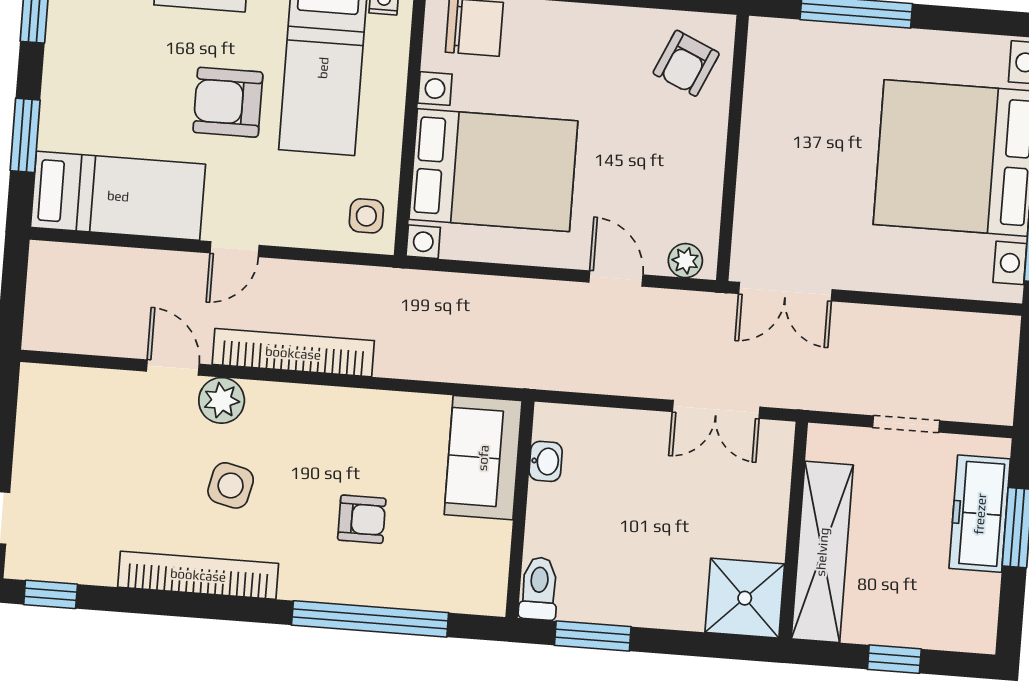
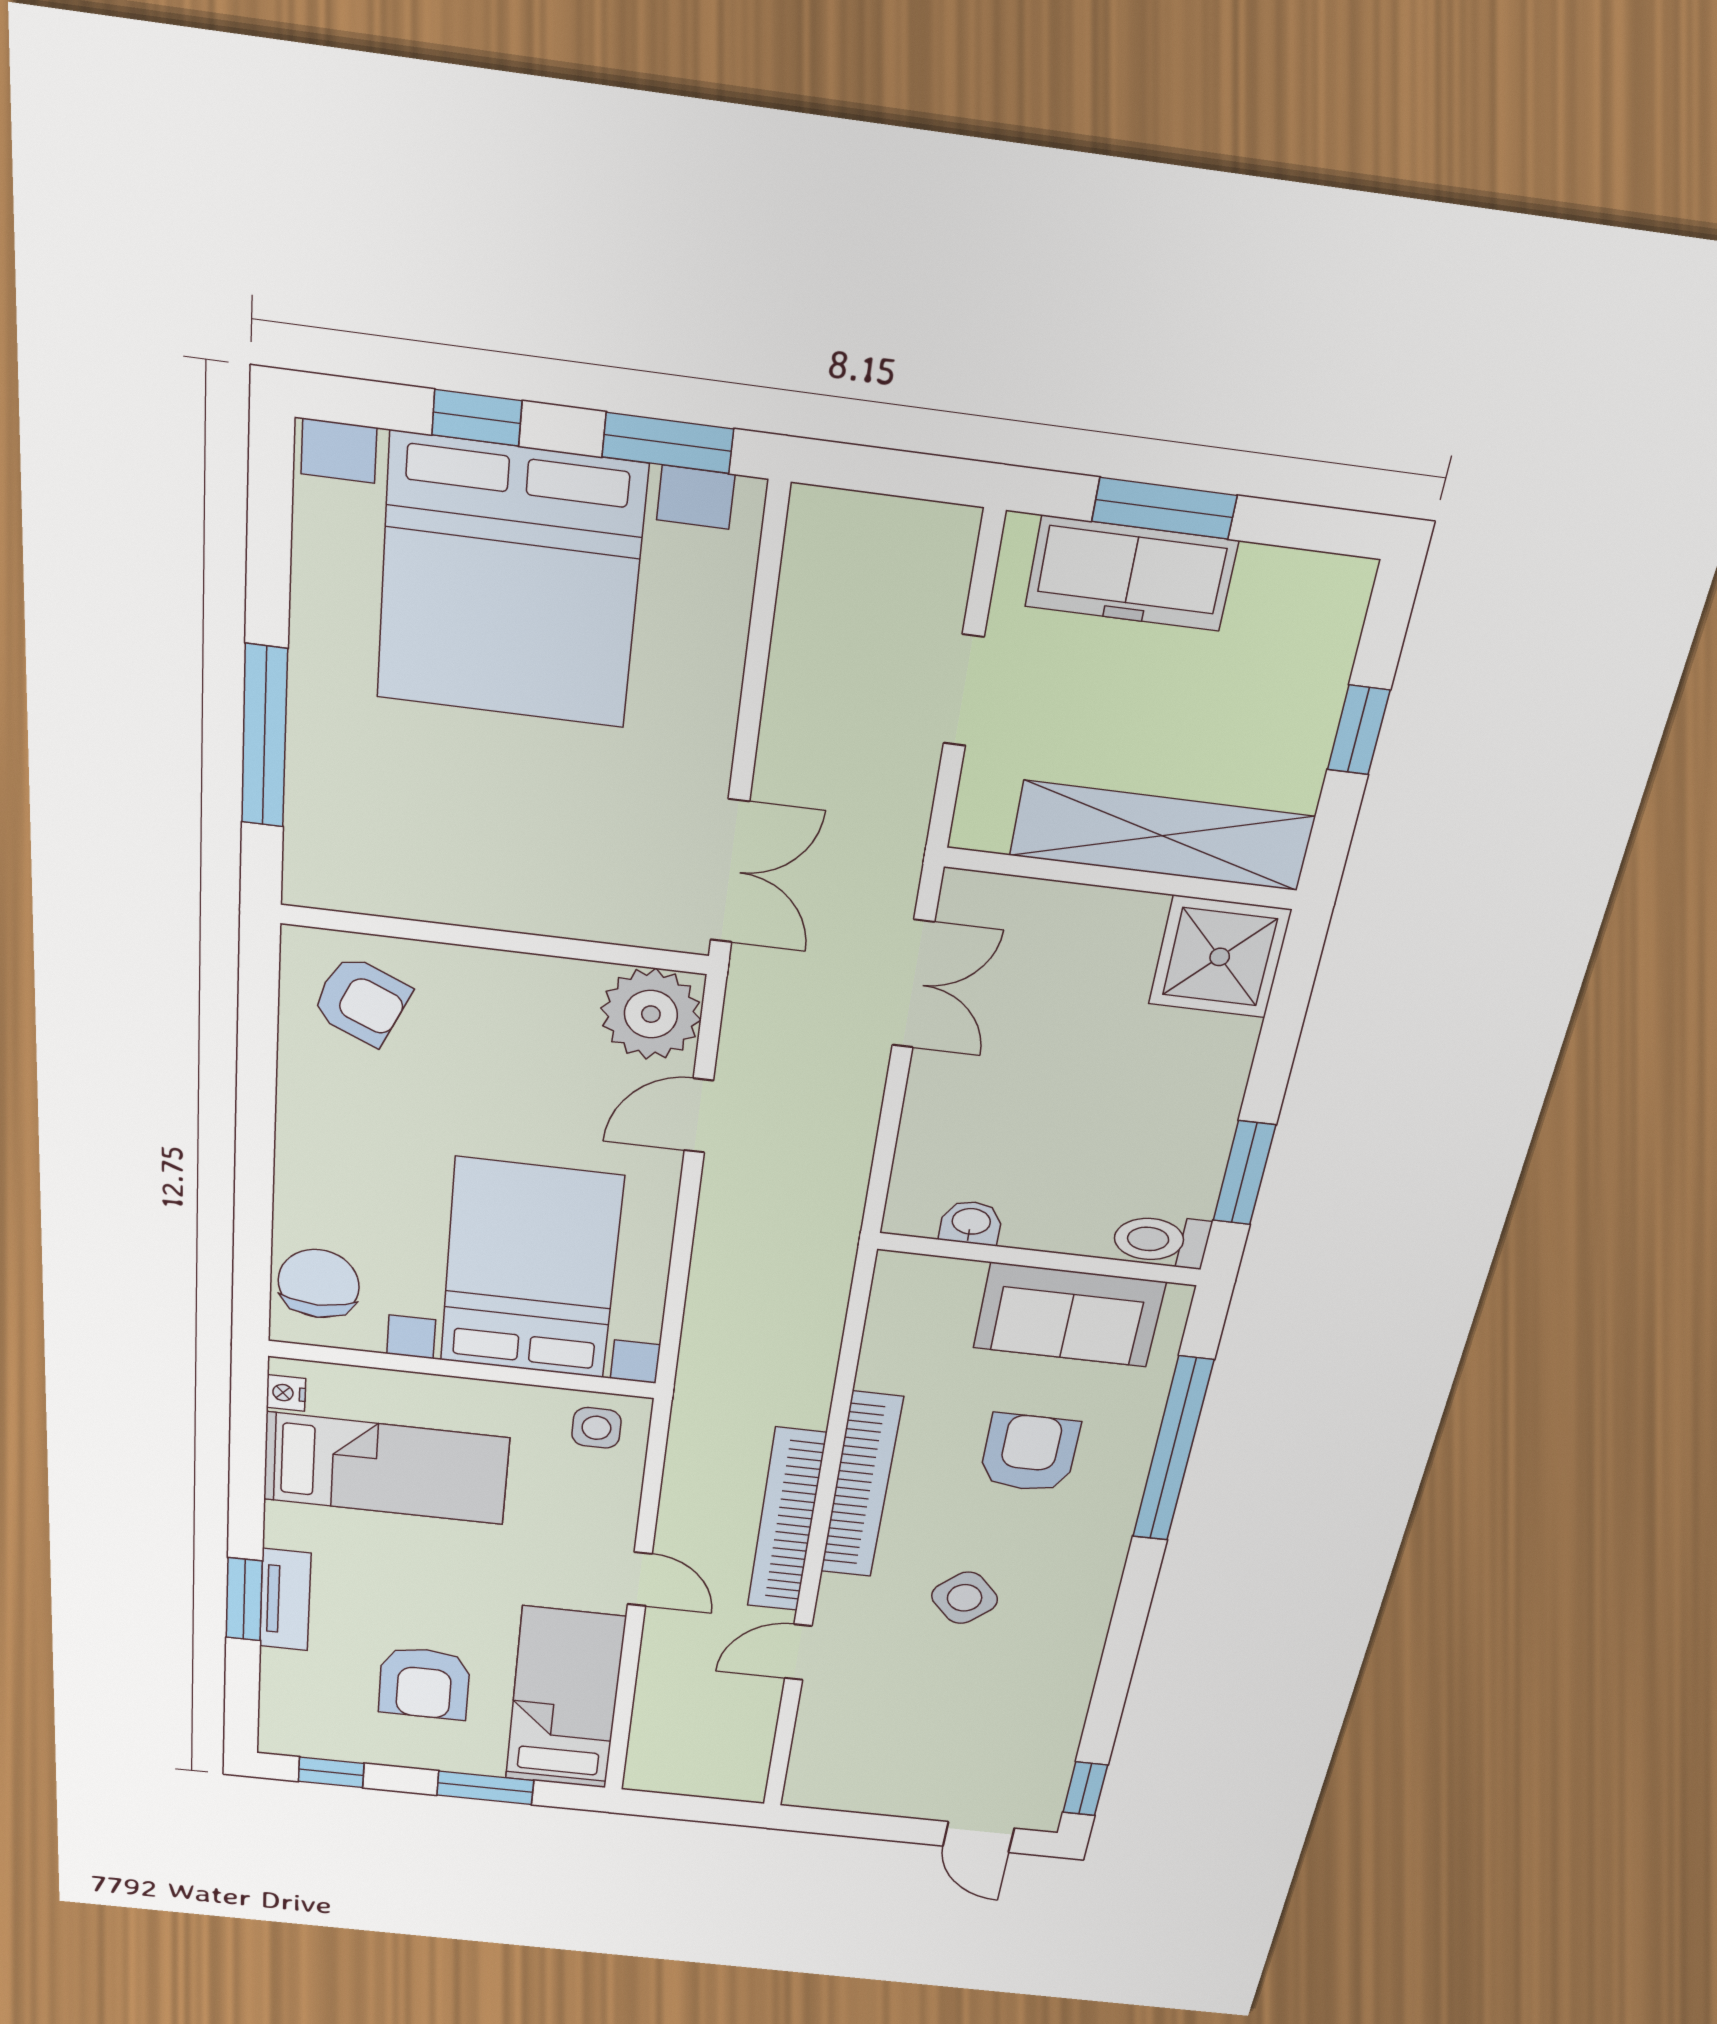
armchair: (228, 102) -> (424, 1683), moved
plant: (685, 261) -> (651, 1014), width x1.88, depth x1.88
plant: (222, 400) -> (847, 1602), removed
sofa: (483, 458) -> (1069, 1315), moved
side table: (231, 485) -> (965, 1598), turned 34
armchair: (362, 519) -> (1029, 1453), width x1.38, depth x1.38
bookcase: (198, 575) -> (861, 1485), moved, turned 180

